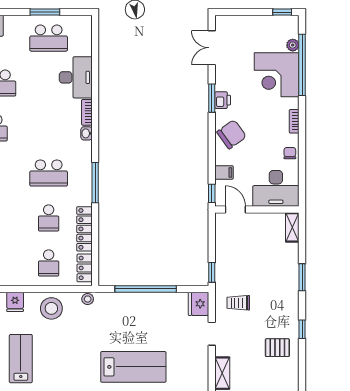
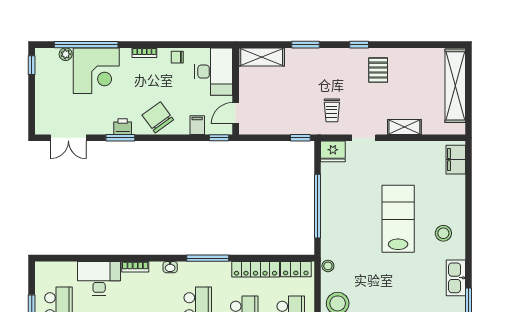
washbasin: (86, 133) -> (170, 267), moved
shelving: (292, 227) -> (262, 57), width x1.50, depth x1.33

